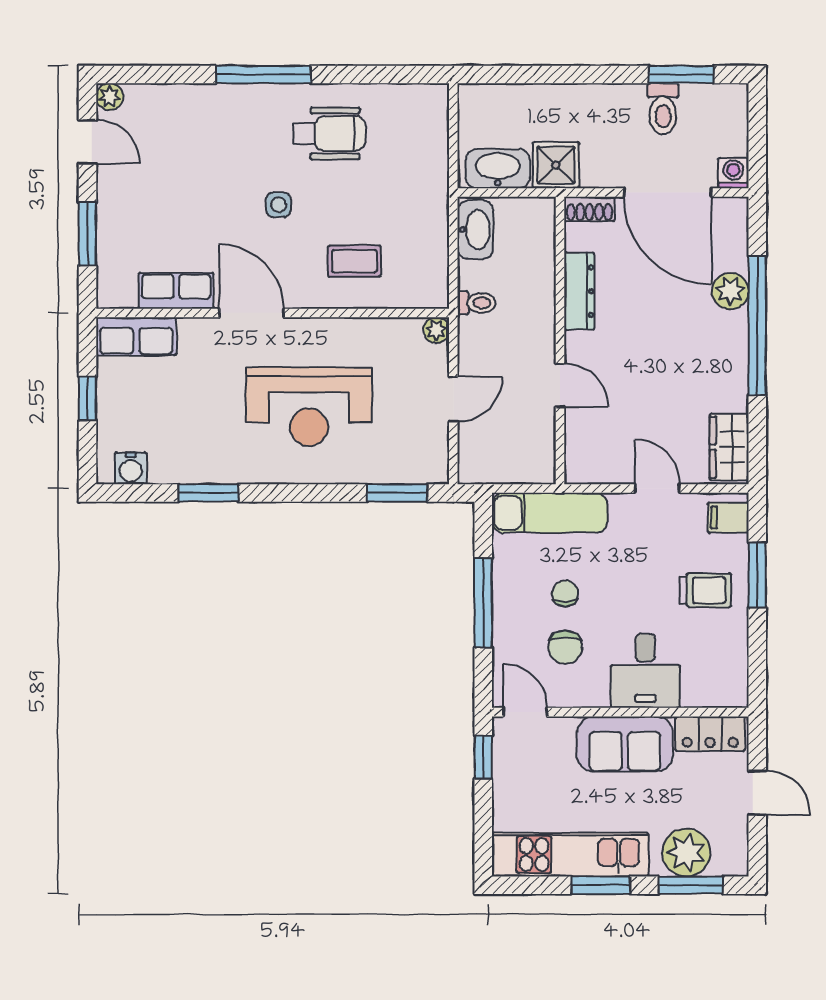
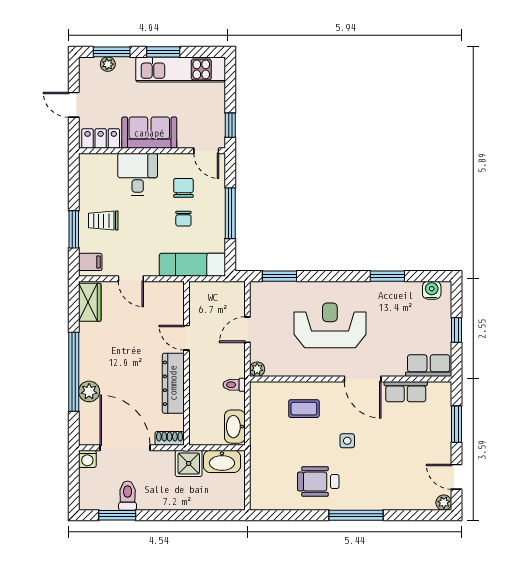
dresser: (579, 291) -> (173, 383), width x1.37, depth x1.24
plant: (686, 852) -> (108, 64), width x0.53, depth x0.53

